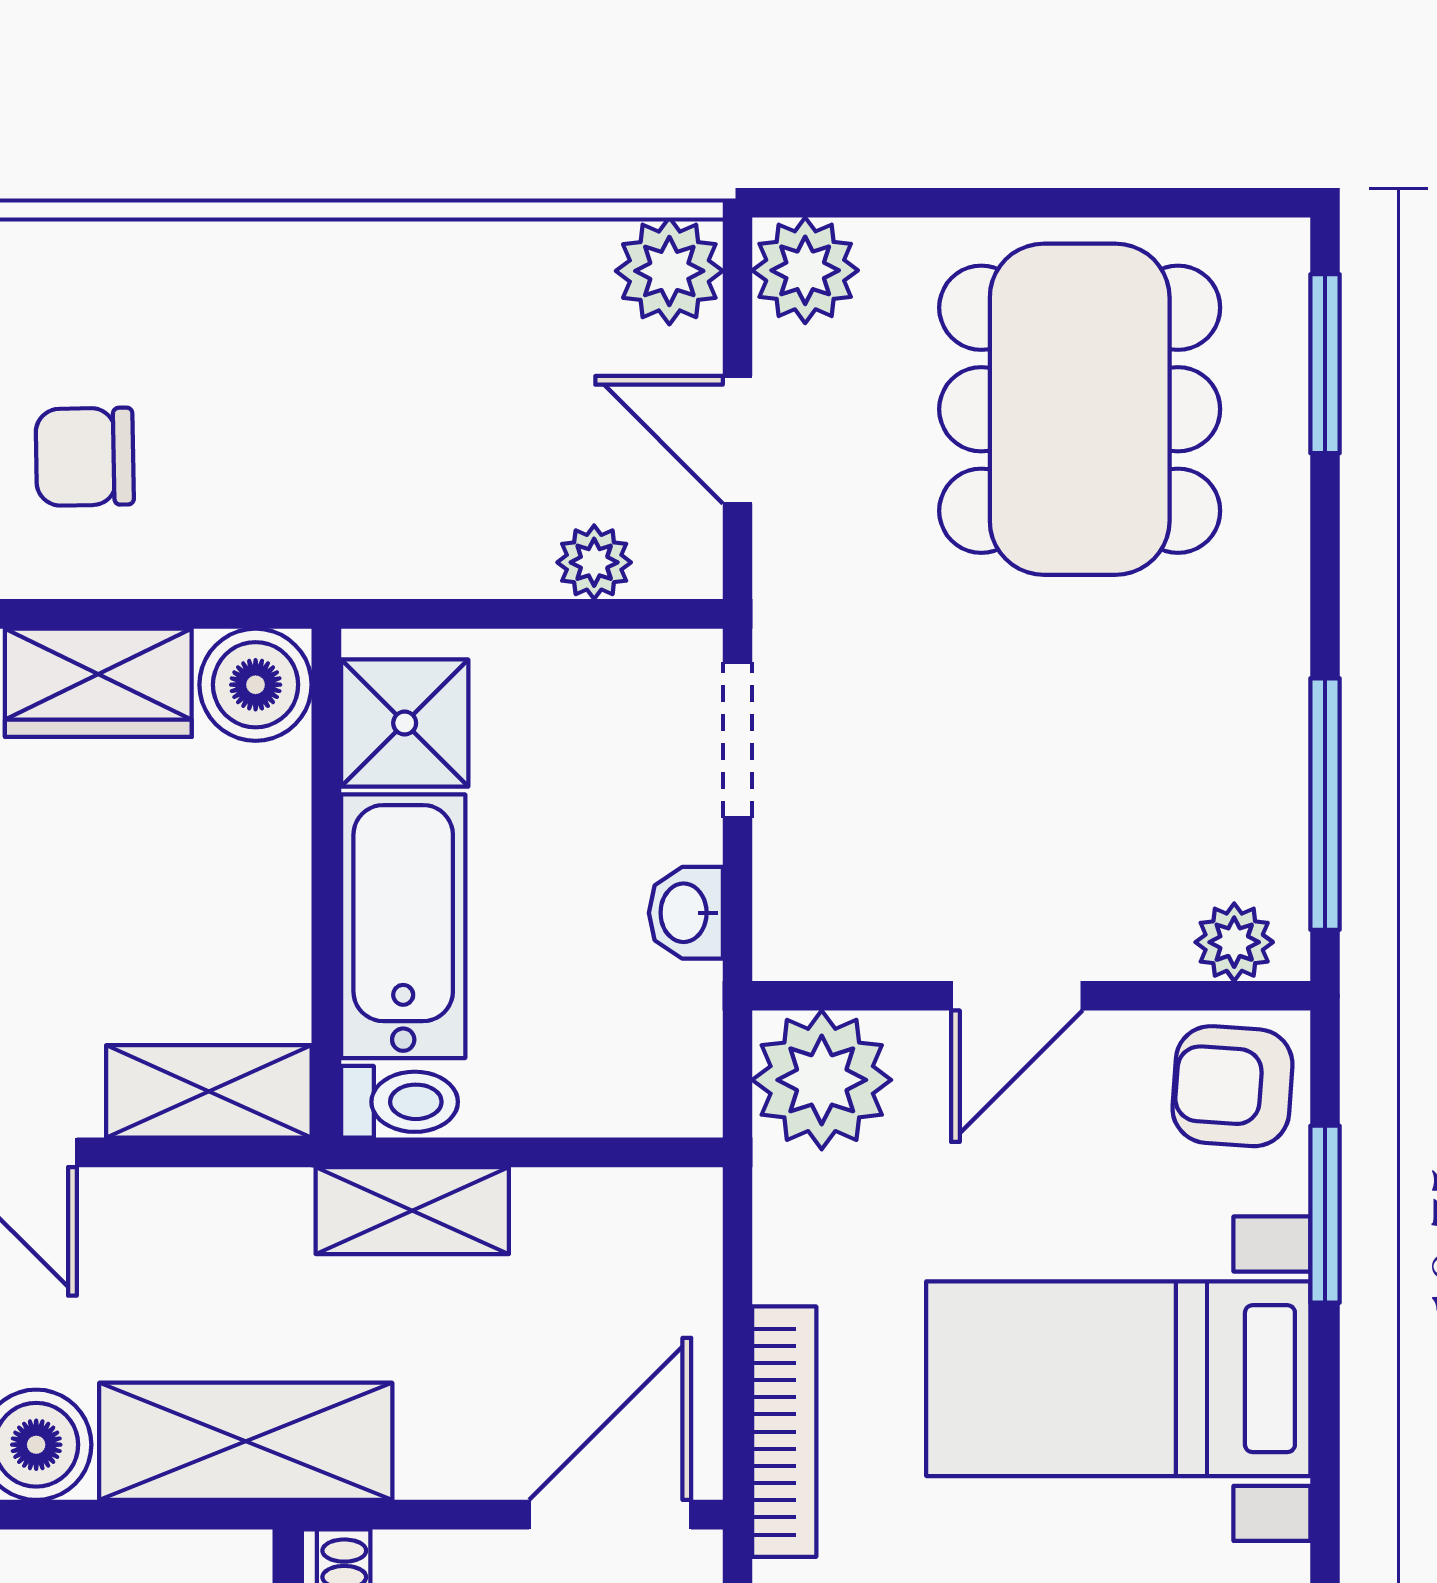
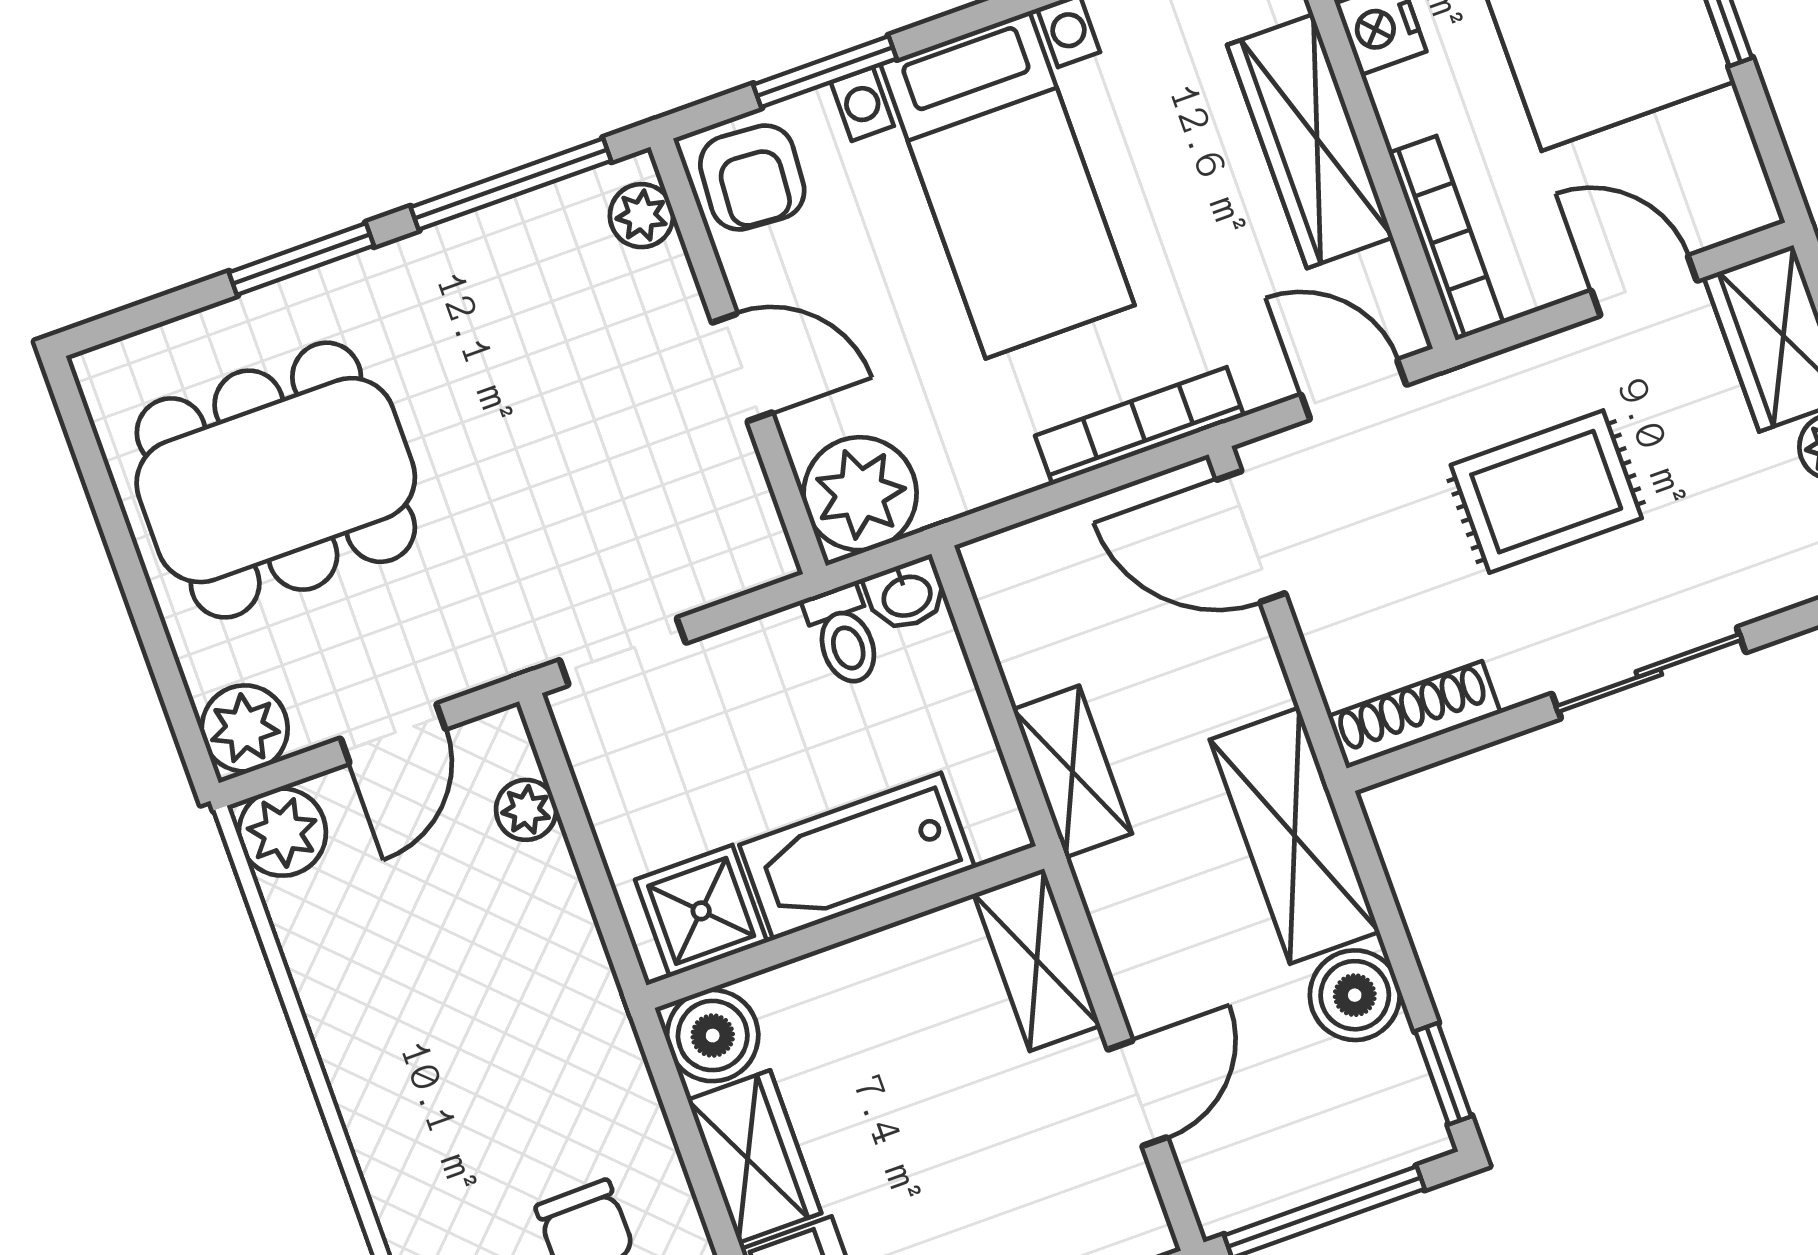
window: (1325, 364) -> (301, 259), moved
washbasin: (686, 913) -> (906, 595), moved
toilet: (399, 1102) -> (844, 635), moved, turned 180

